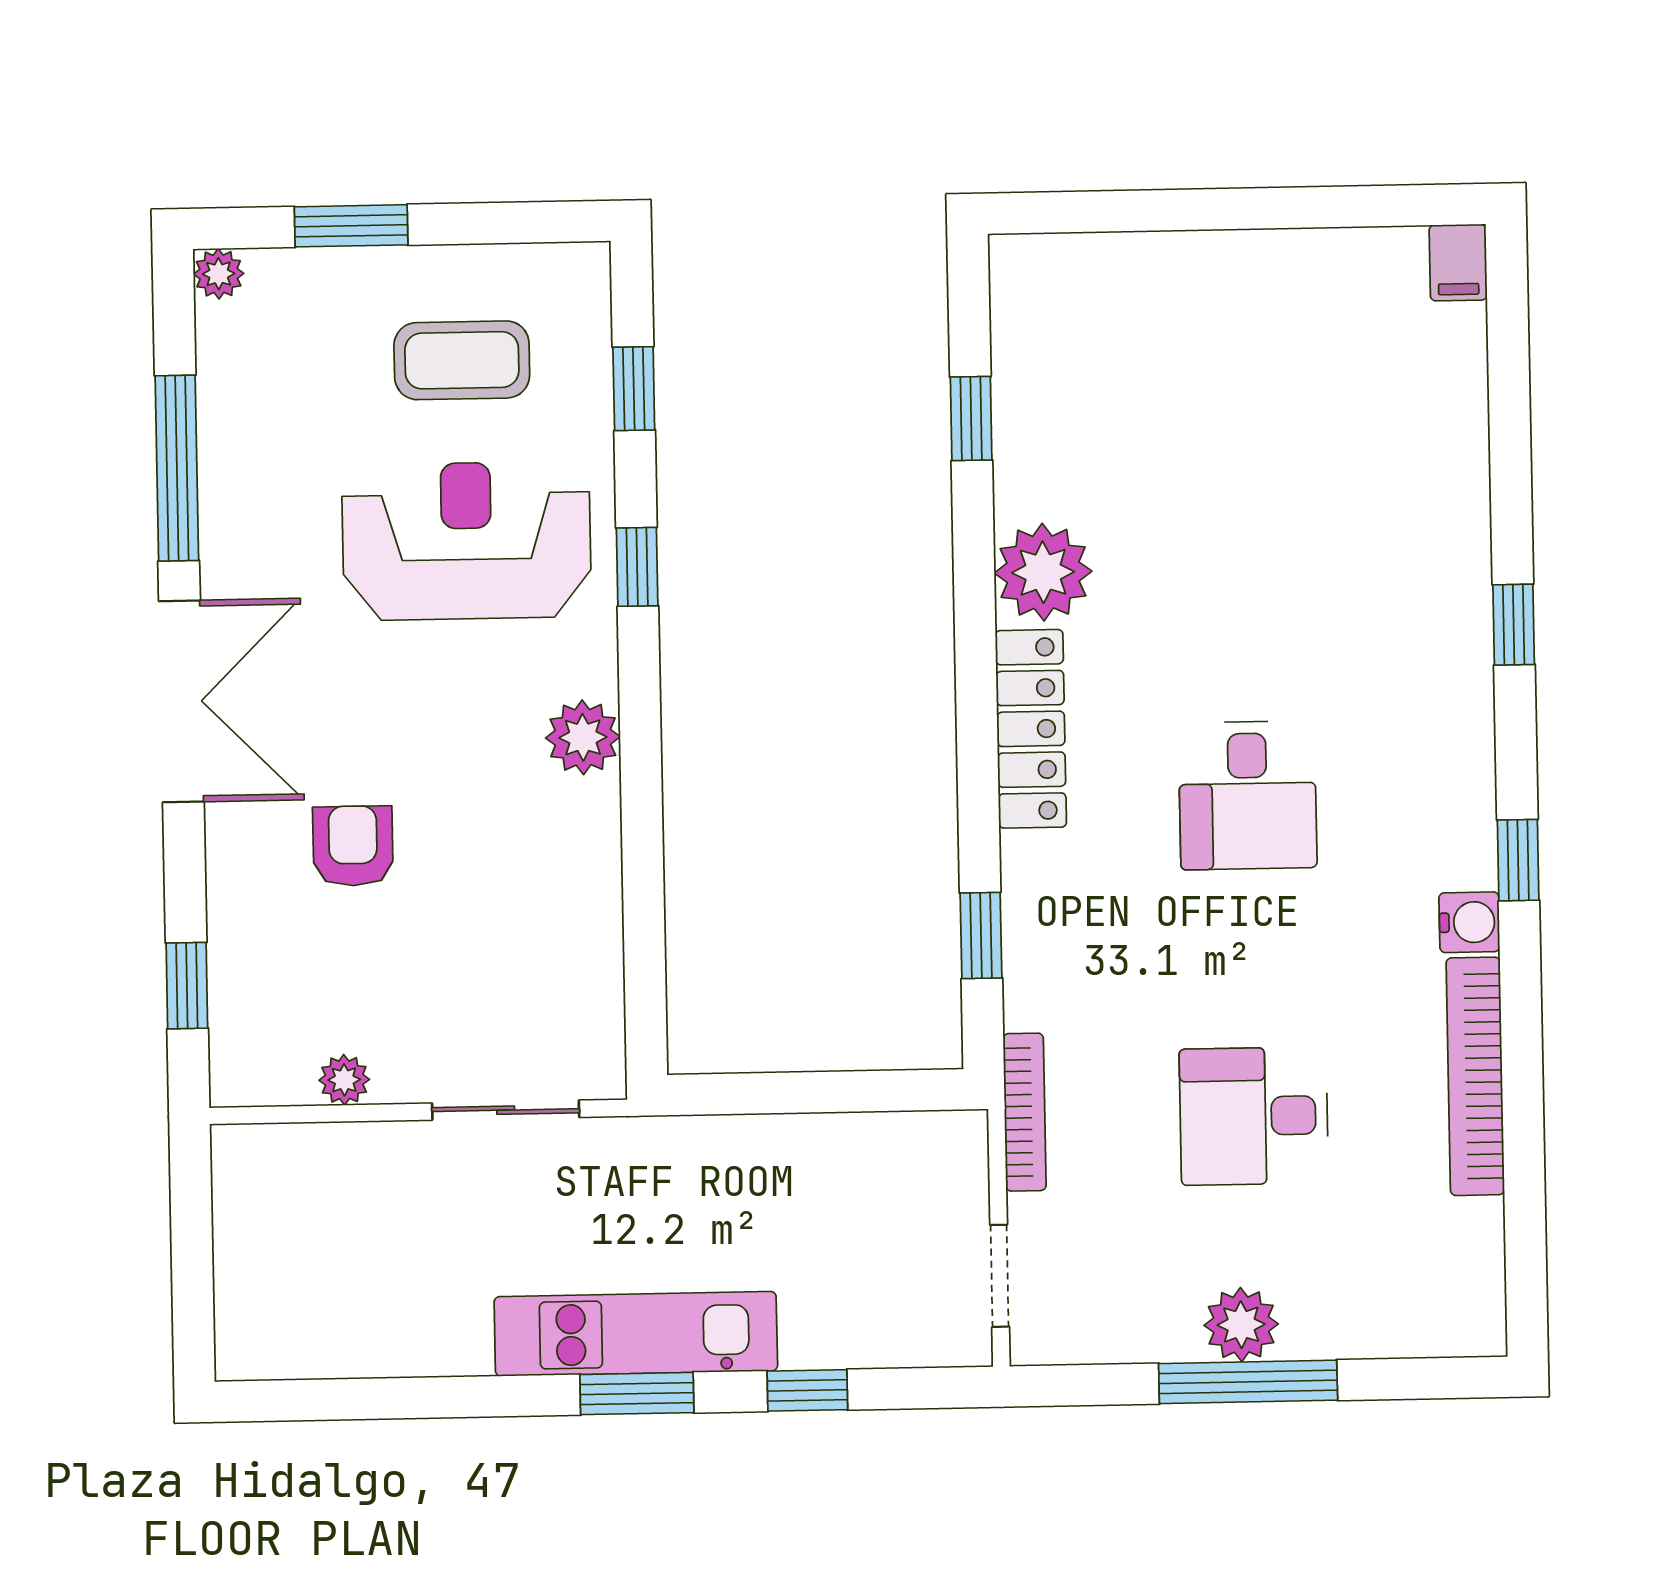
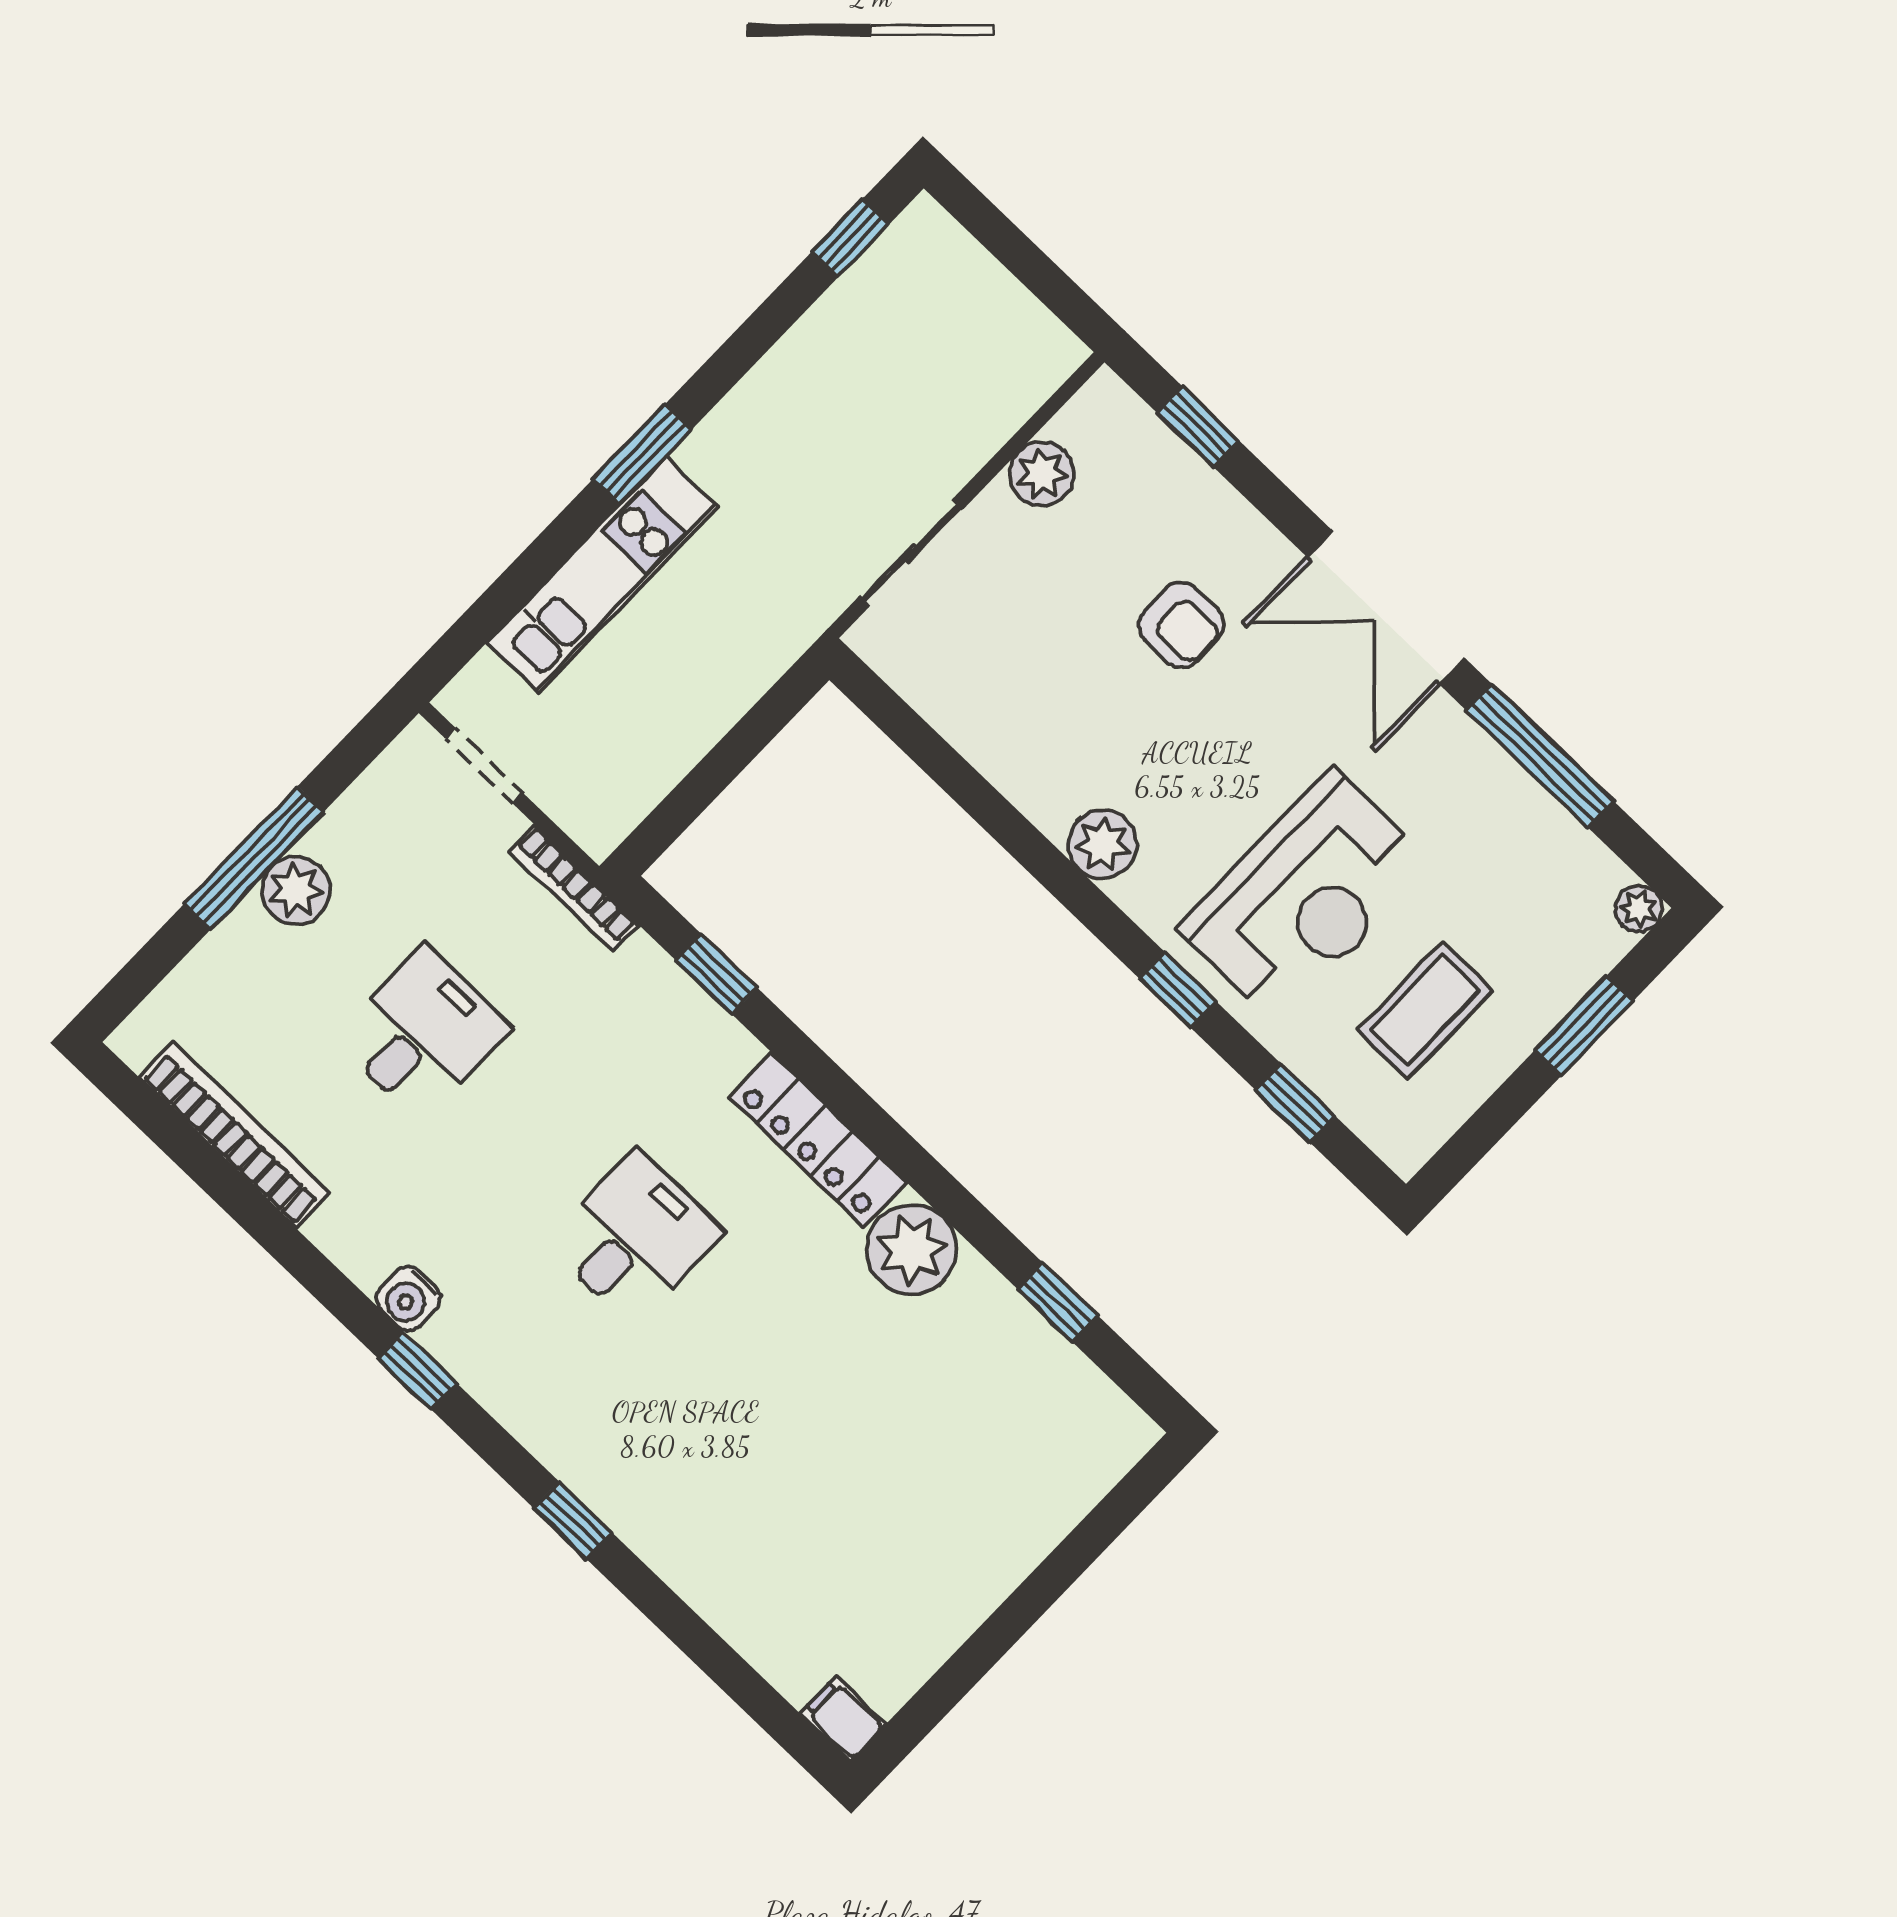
desk: (1248, 795) -> (634, 1237), turned 90
bookcase: (1475, 1076) -> (234, 1135), moved
plant: (344, 1080) -> (1042, 474), width x1.38, depth x1.38
kitchen unit: (636, 1334) -> (602, 575), moved
window: (807, 1390) -> (850, 238), moved

